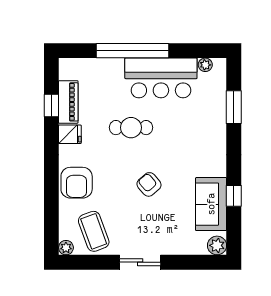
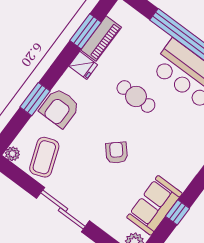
window: (51, 106) -> (85, 31), width x1.50
window: (51, 190) -> (35, 99), added
sliding door: (140, 262) -> (63, 210), width x1.37

